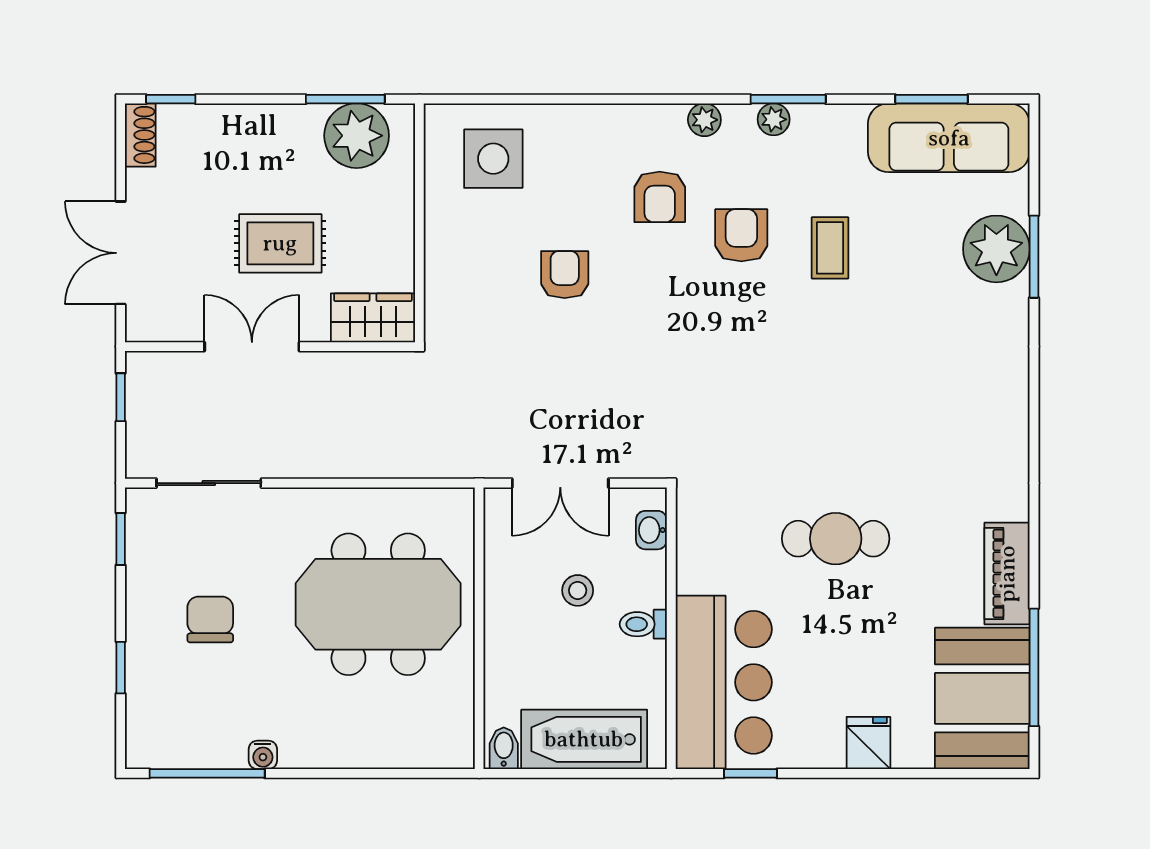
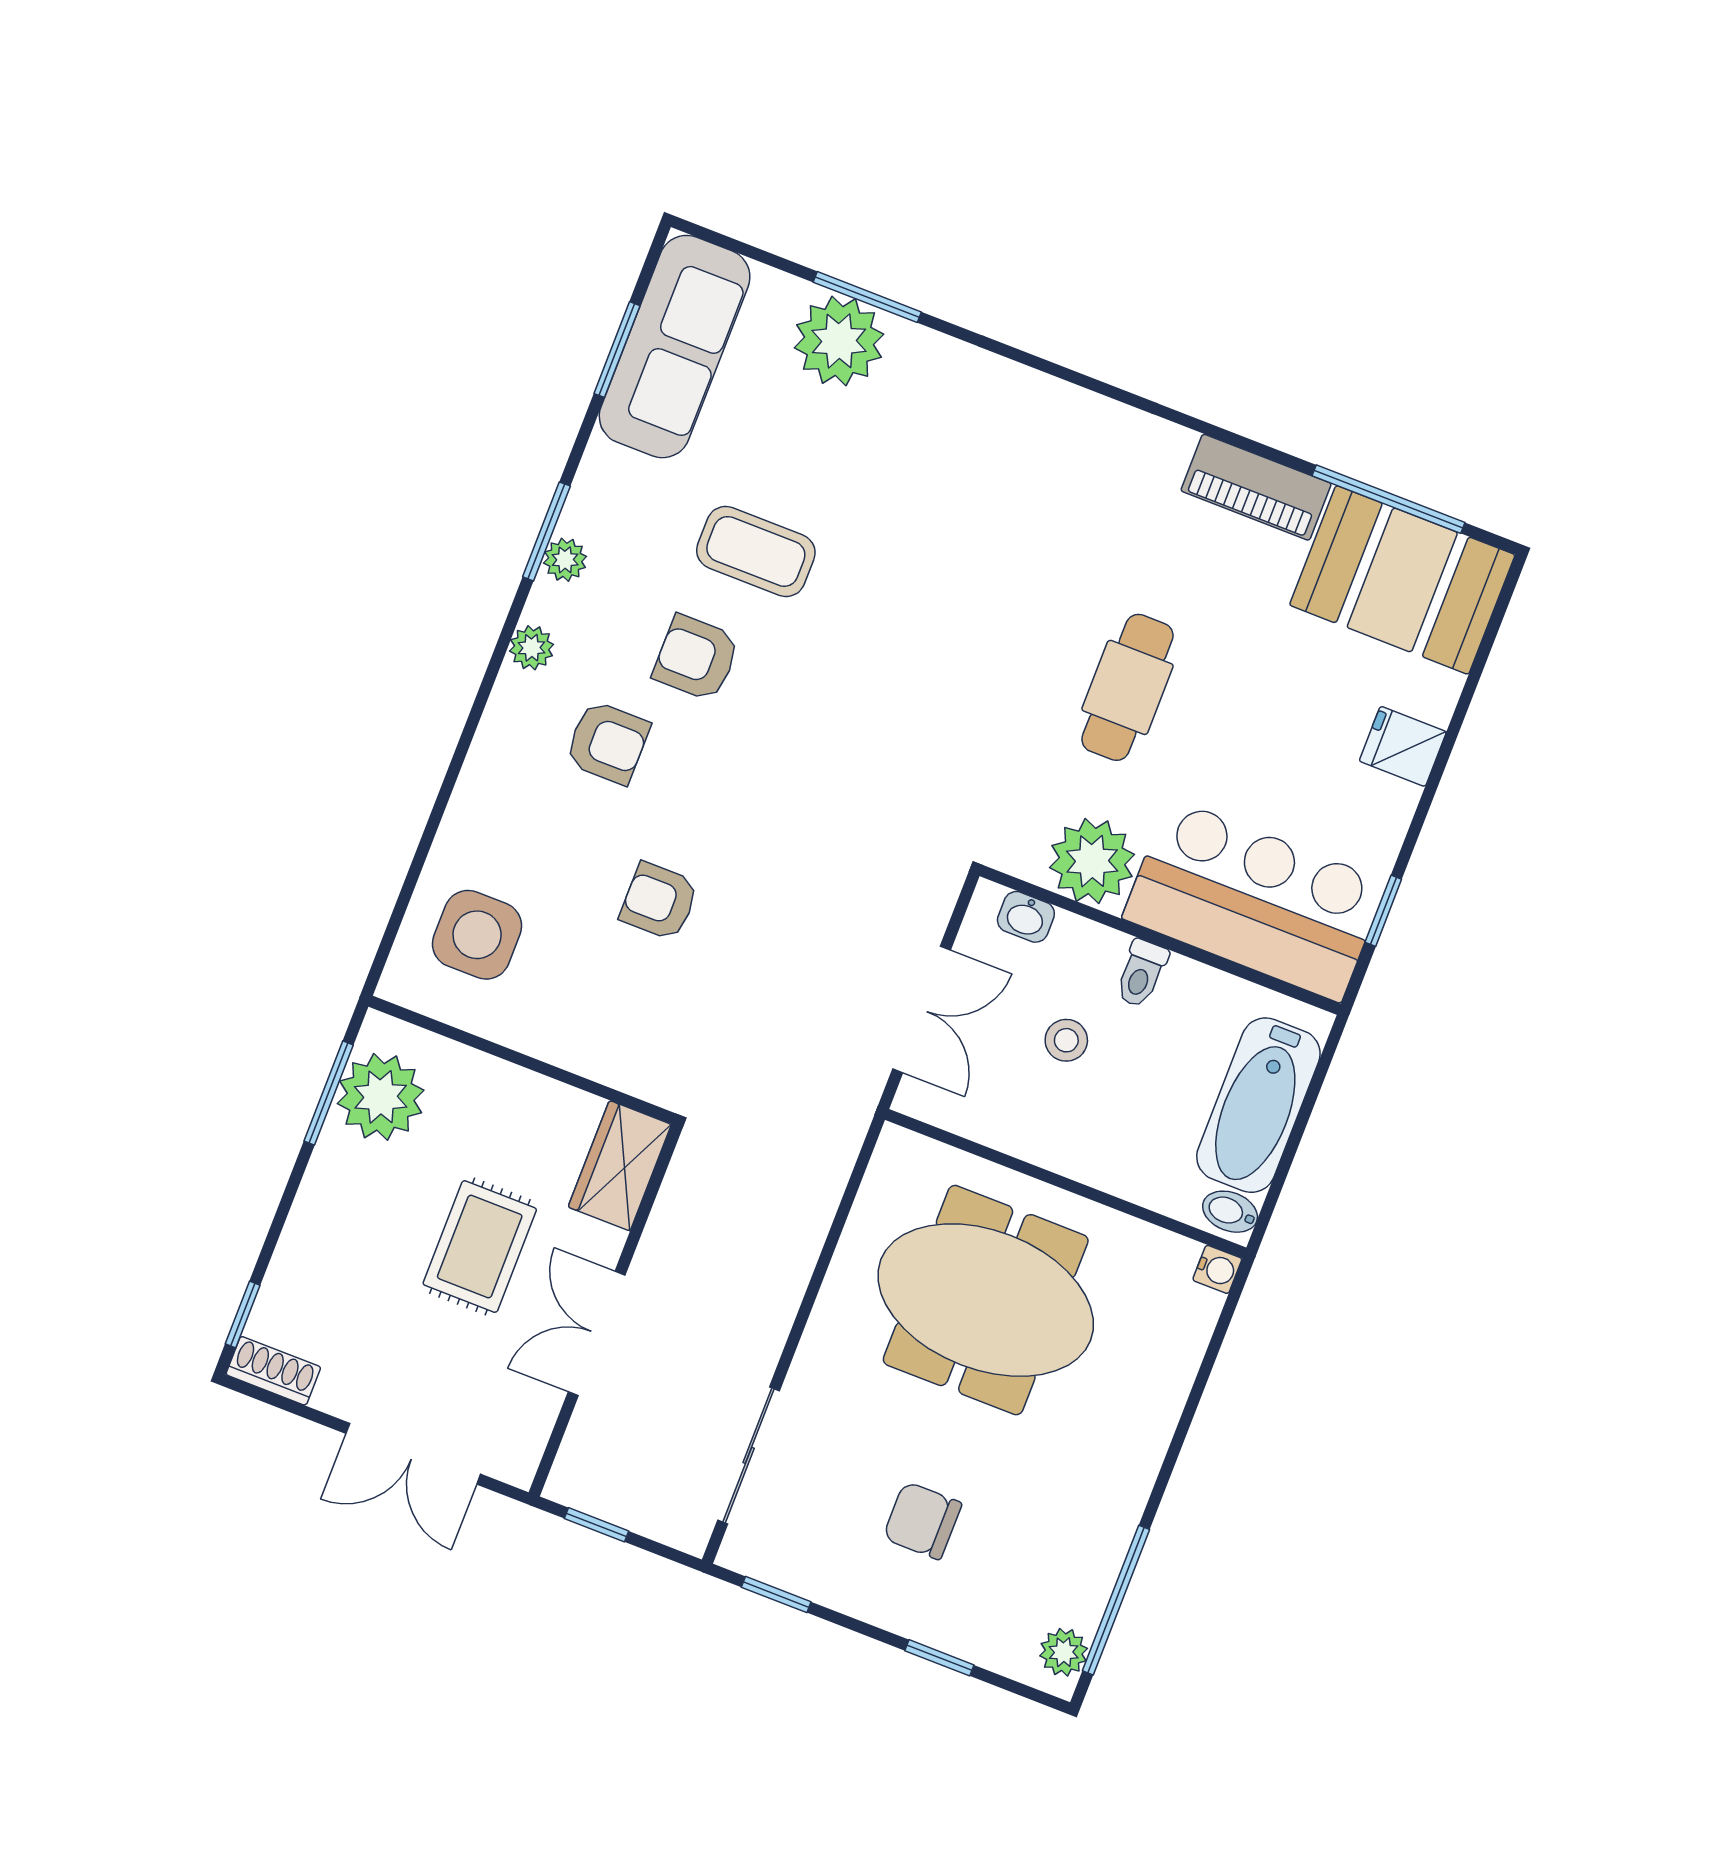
coffee table: (830, 248) -> (756, 551), width x1.36, depth x1.30
plant: (707, 560) -> (1092, 861), added
meeting table: (378, 604) -> (986, 1300), turned 90
plant: (158, 751) -> (1064, 1652), added
water cooler: (263, 755) -> (1217, 1269), moved

